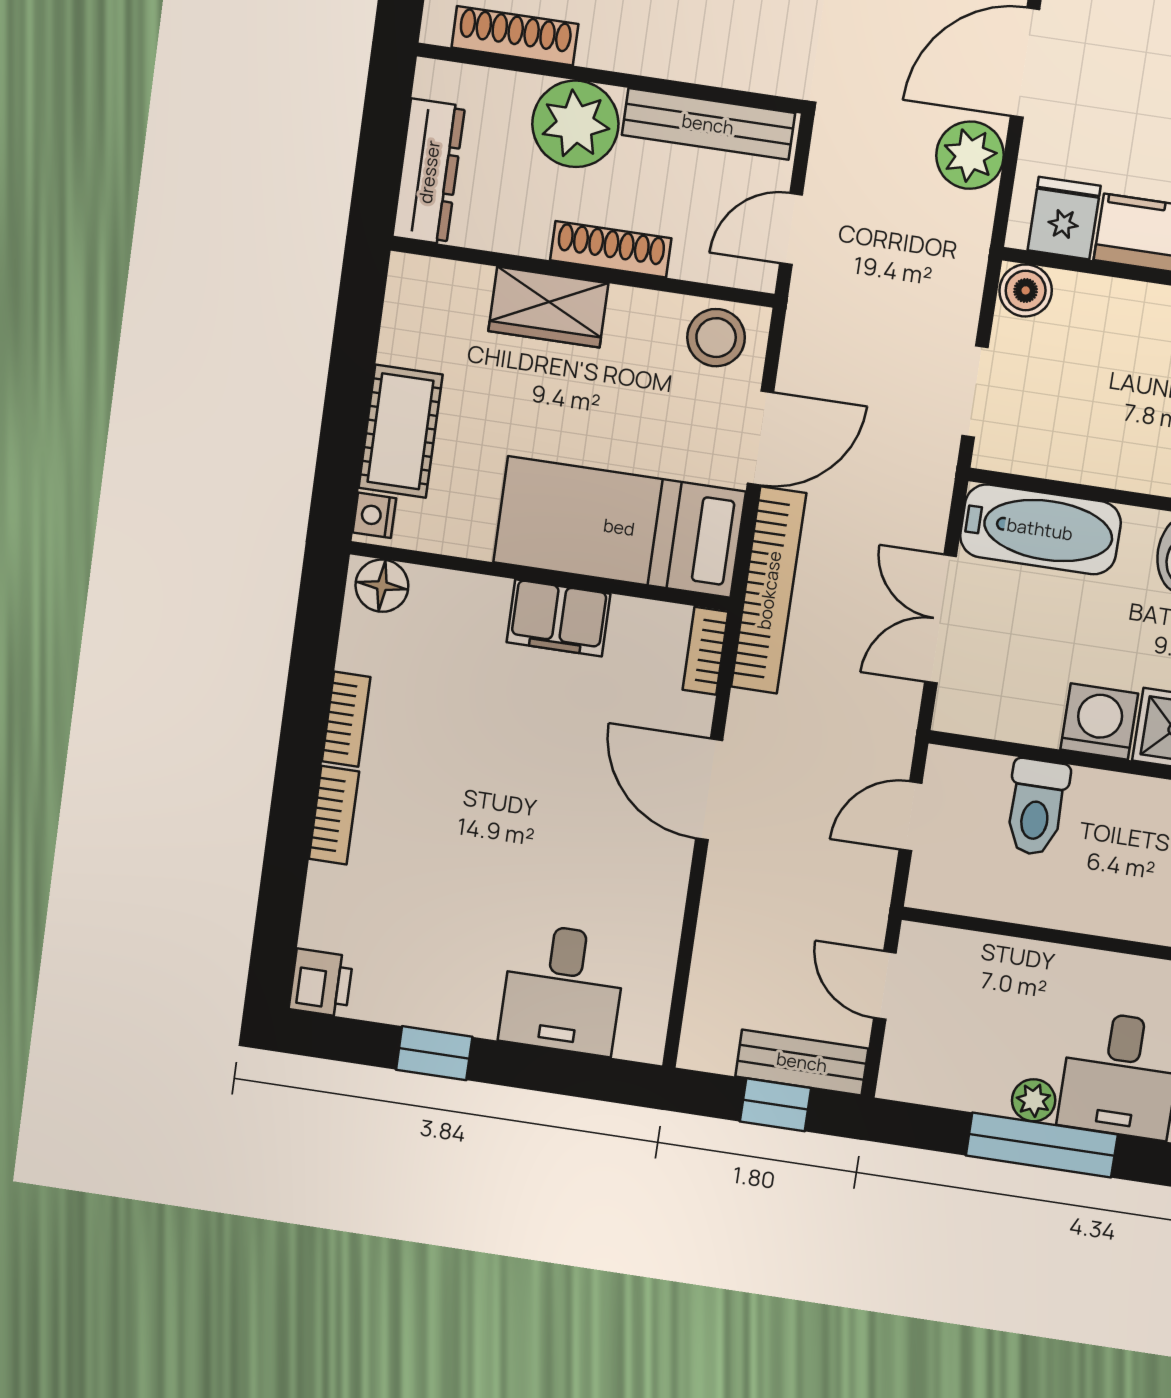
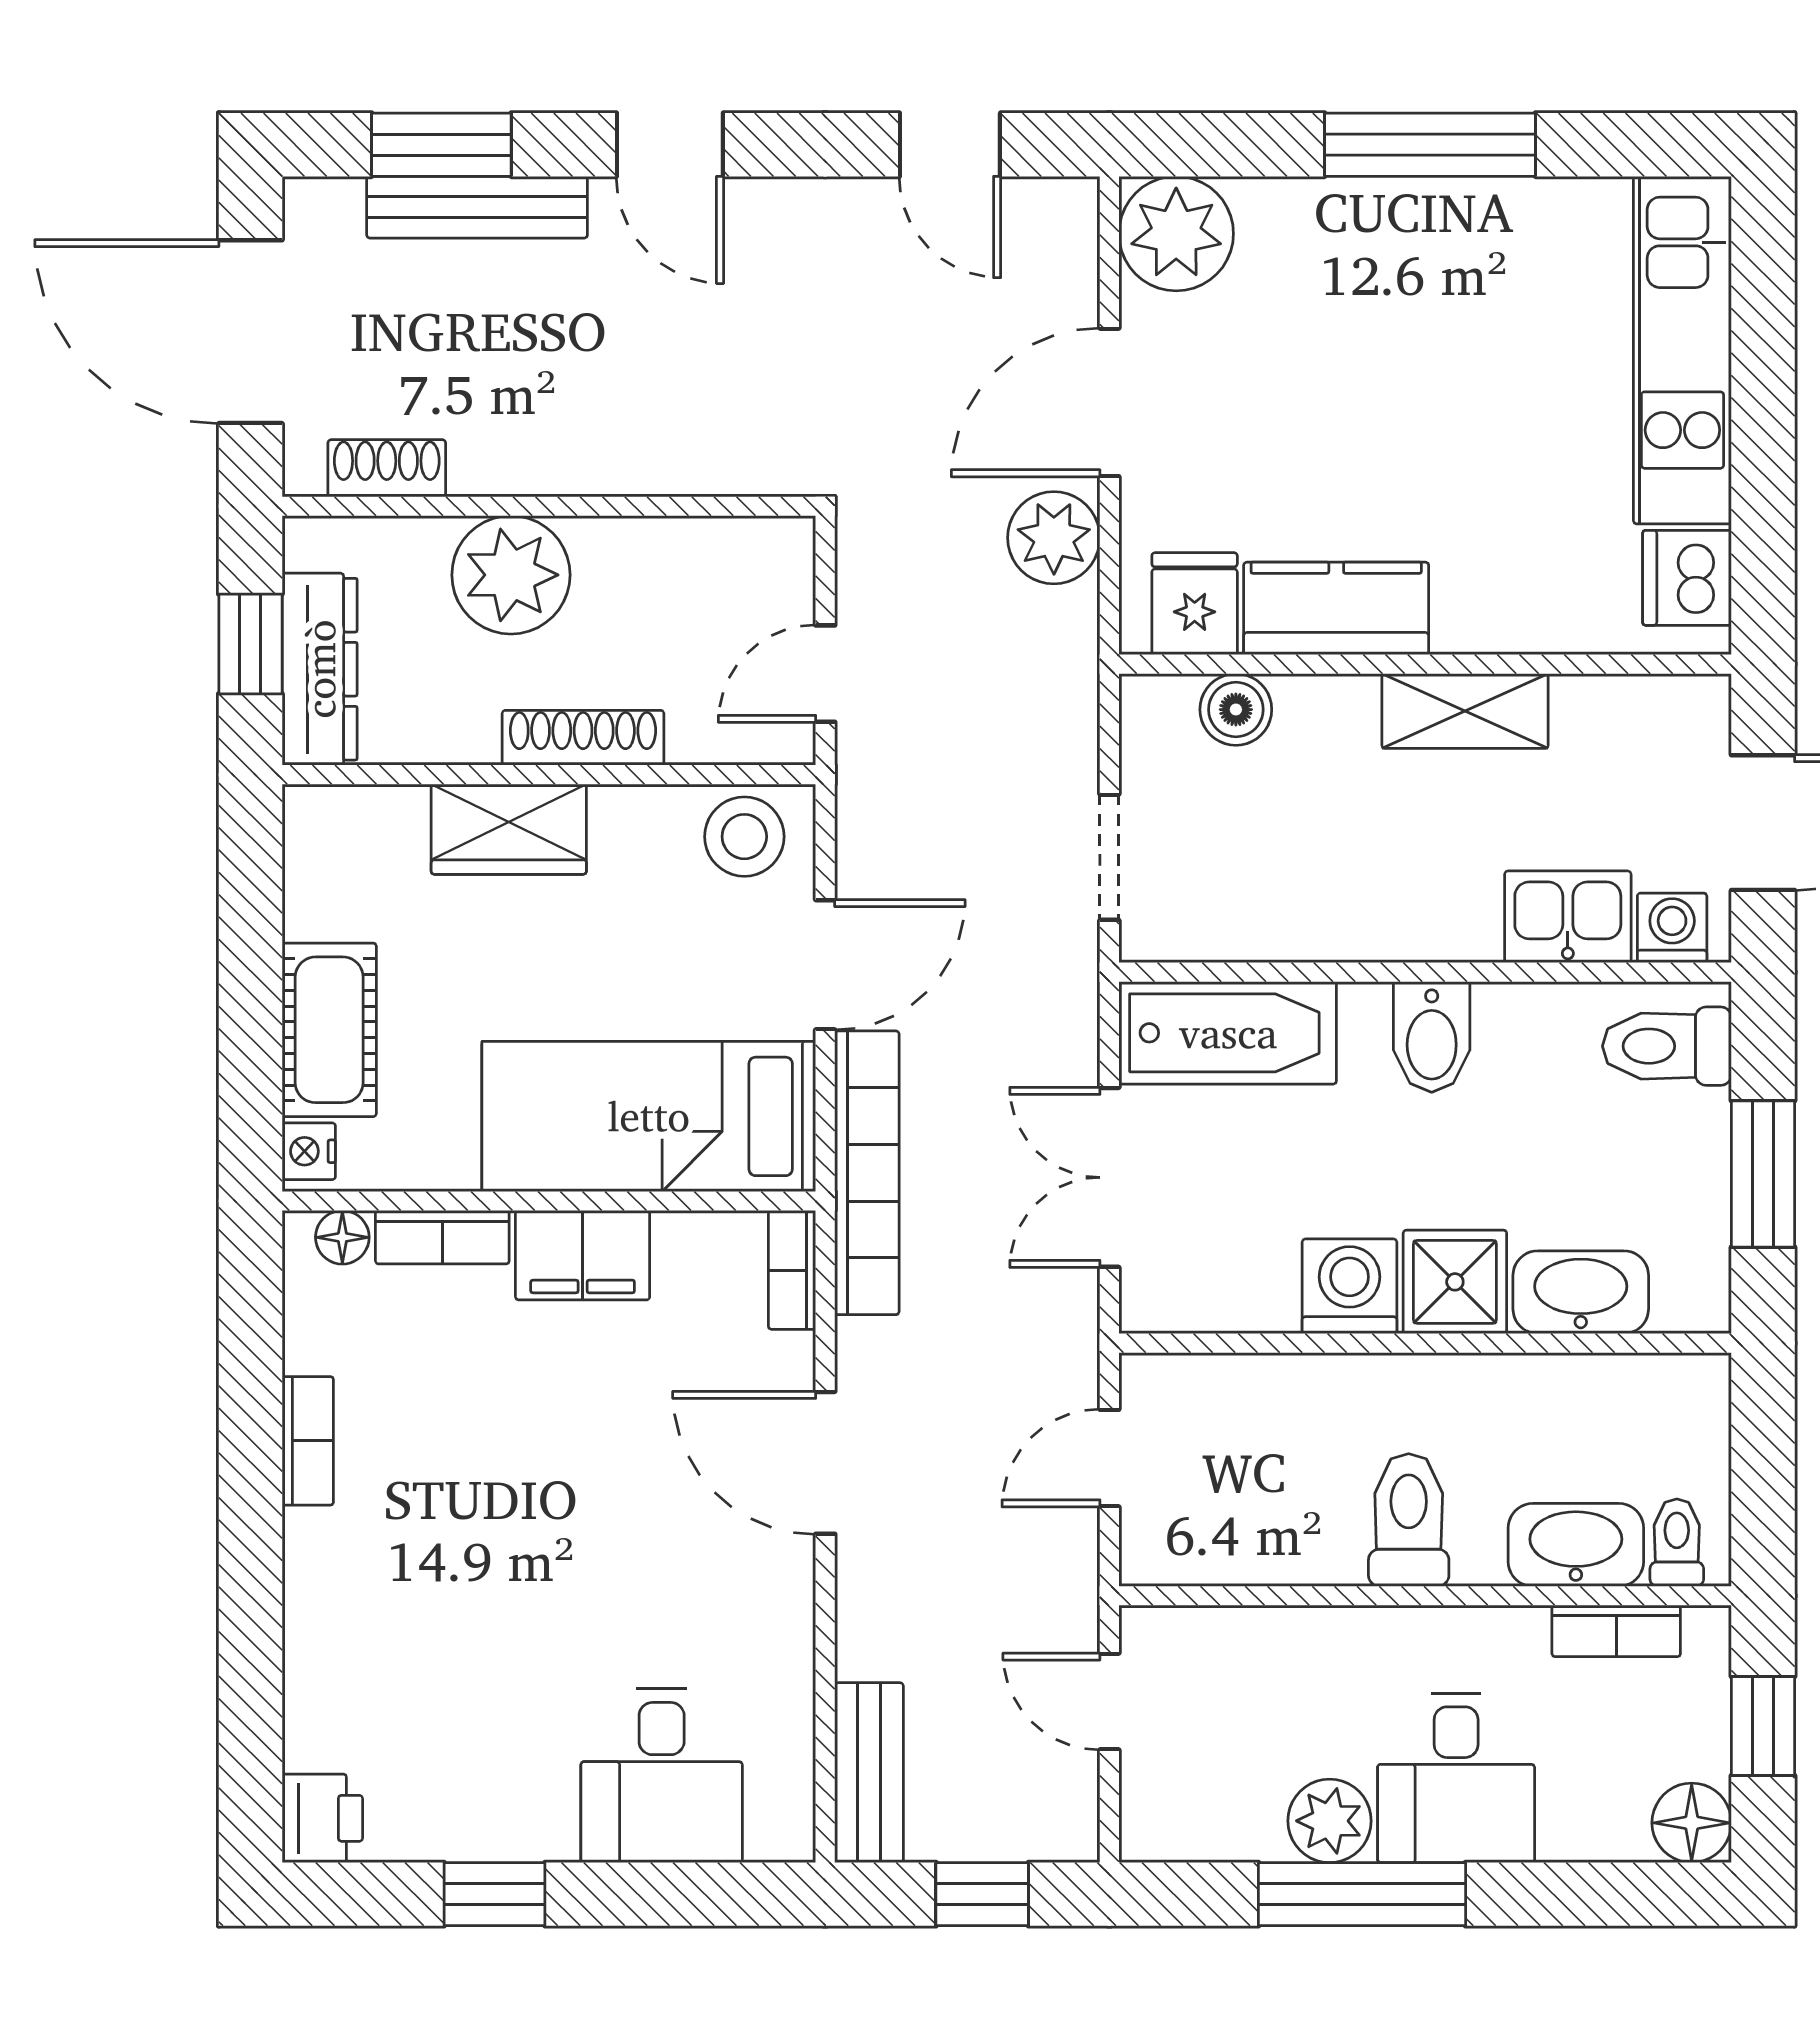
shoe rack: (515, 36) -> (387, 468), width x0.70
bench: (708, 124) -> (692, 548), removed
window: (382, 146) -> (250, 644), added
boiler: (1026, 290) -> (1236, 710), moved
floor lamp: (382, 586) -> (342, 1237), width x0.73, depth x0.73
toilet: (1036, 807) -> (1409, 1520), moved, turned 180
bookcase: (334, 815) -> (442, 1237), moved, turned 90
bench: (802, 1062) -> (869, 1773), moved, turned 90
plant: (1034, 1100) -> (1330, 1821), width x1.38, depth x1.38

